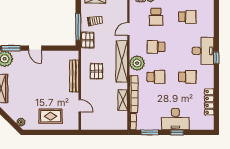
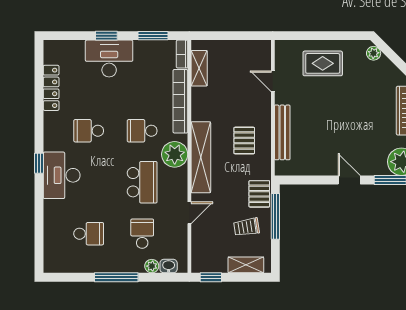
school desk: (187, 17) -> (89, 234), turned 180
school desk: (156, 47) -> (142, 182), width x1.85
shelving: (123, 100) -> (199, 68), moved

